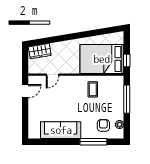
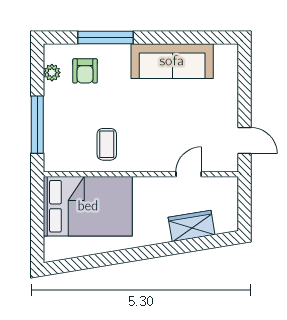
wardrobe: (40, 51) -> (192, 226), moved
window: (127, 61) -> (37, 203), removed
door: (25, 91) -> (244, 141), swing flipped

